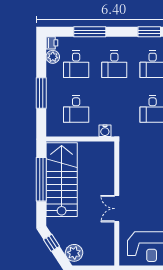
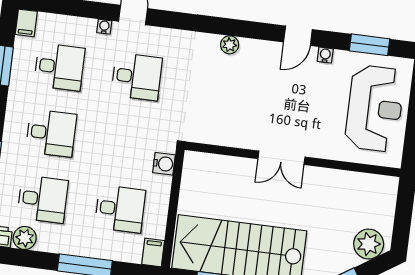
filing cabinet: (54, 131) -> (153, 252), added
double door: (117, 209) -> (281, 158), moved

